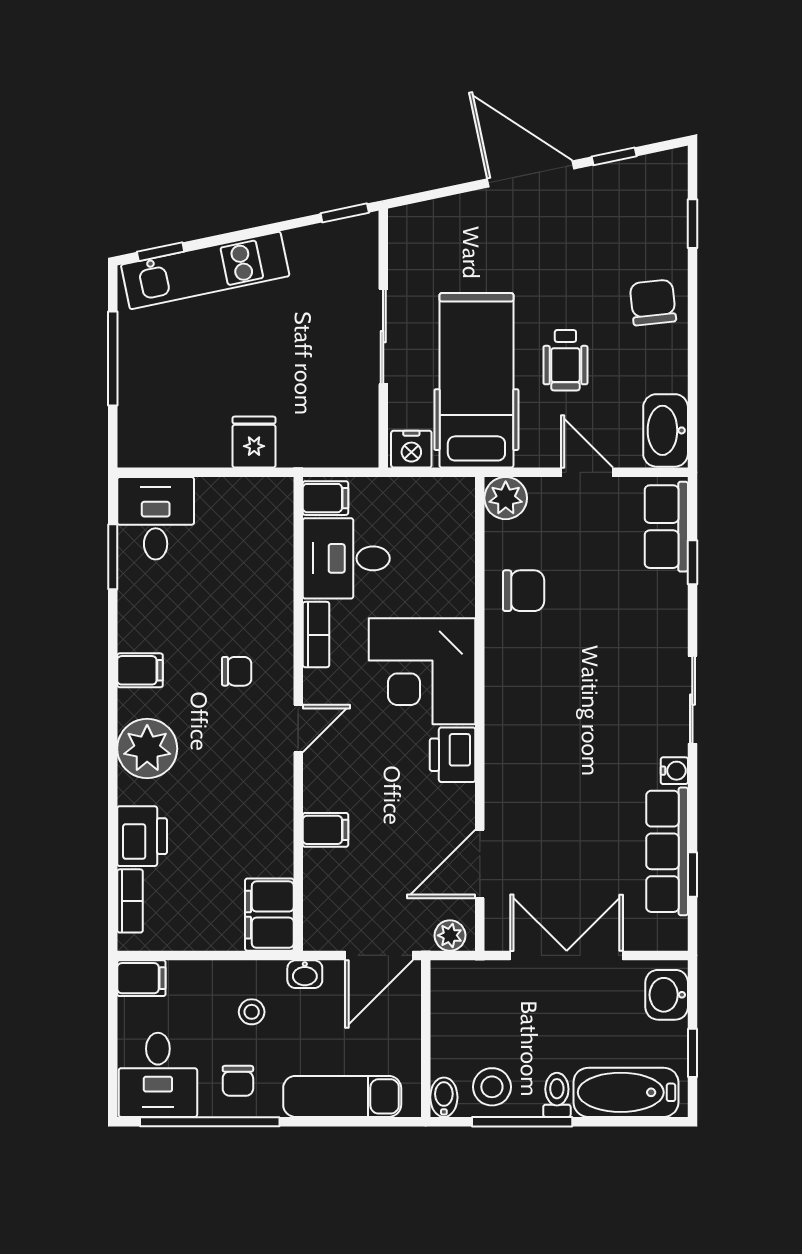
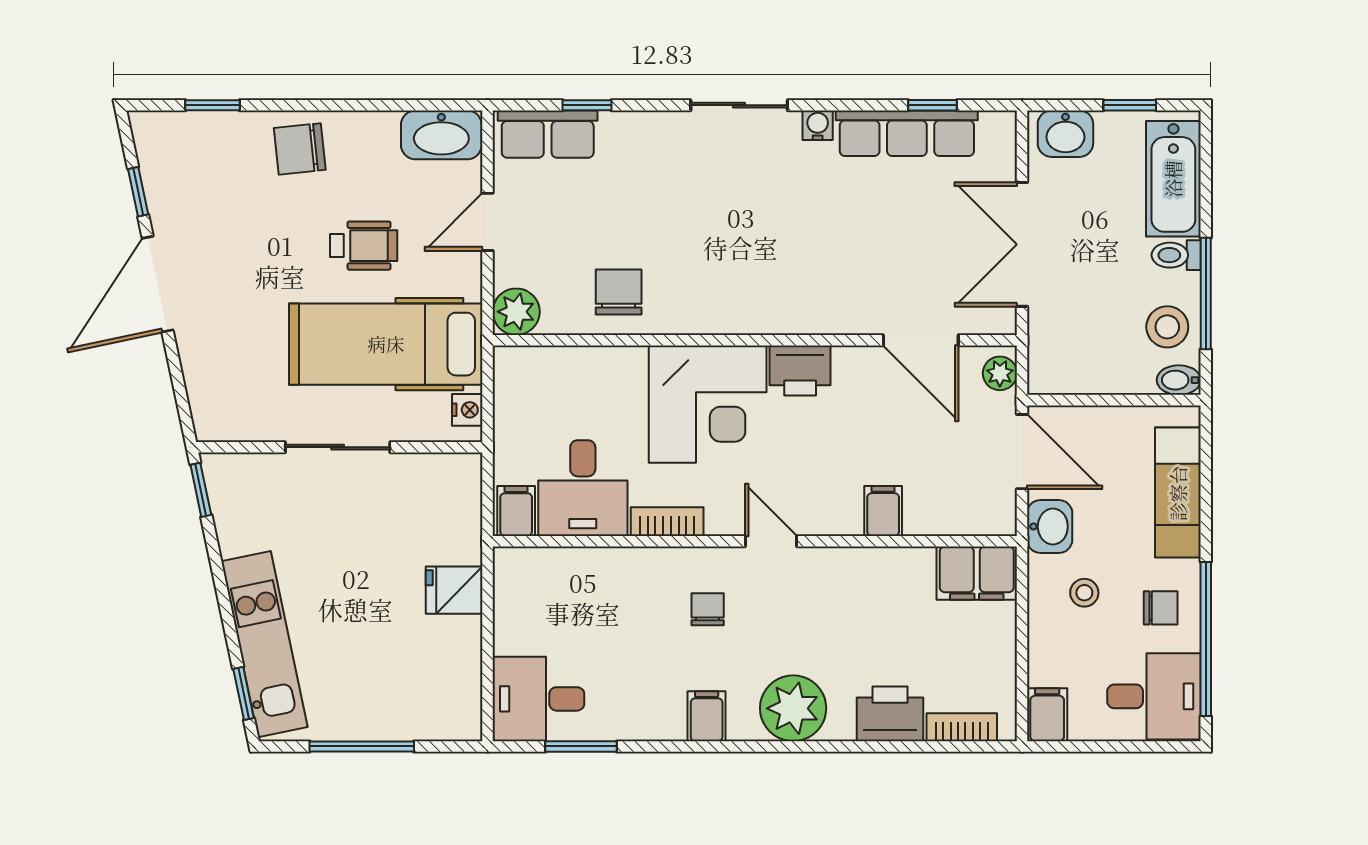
nightstand: (411, 449) -> (467, 410), width x0.72, depth x0.74
washbasin: (305, 974) -> (1050, 526), width x1.38, depth x1.45

